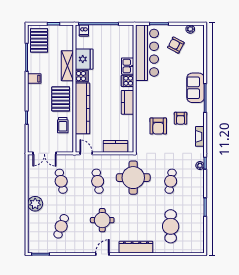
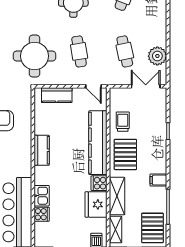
shelving: (69, 39) -> (116, 229), added
cooker: (128, 81) -> (42, 214), moved
plant: (35, 204) -> (157, 56), moved

